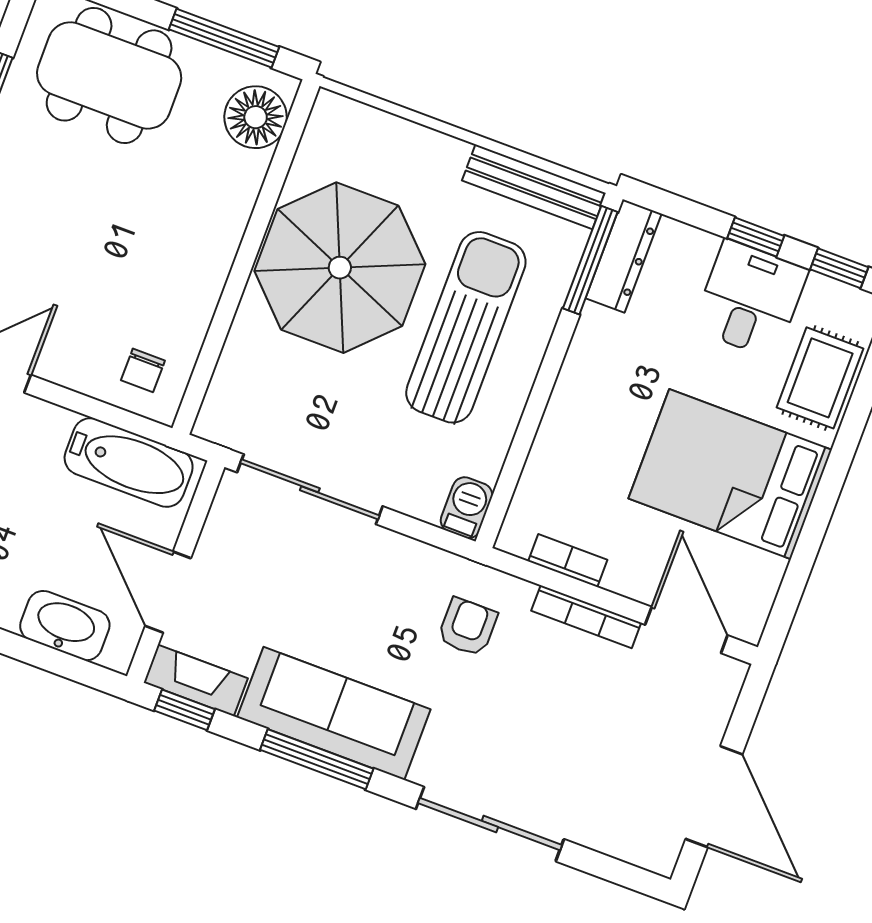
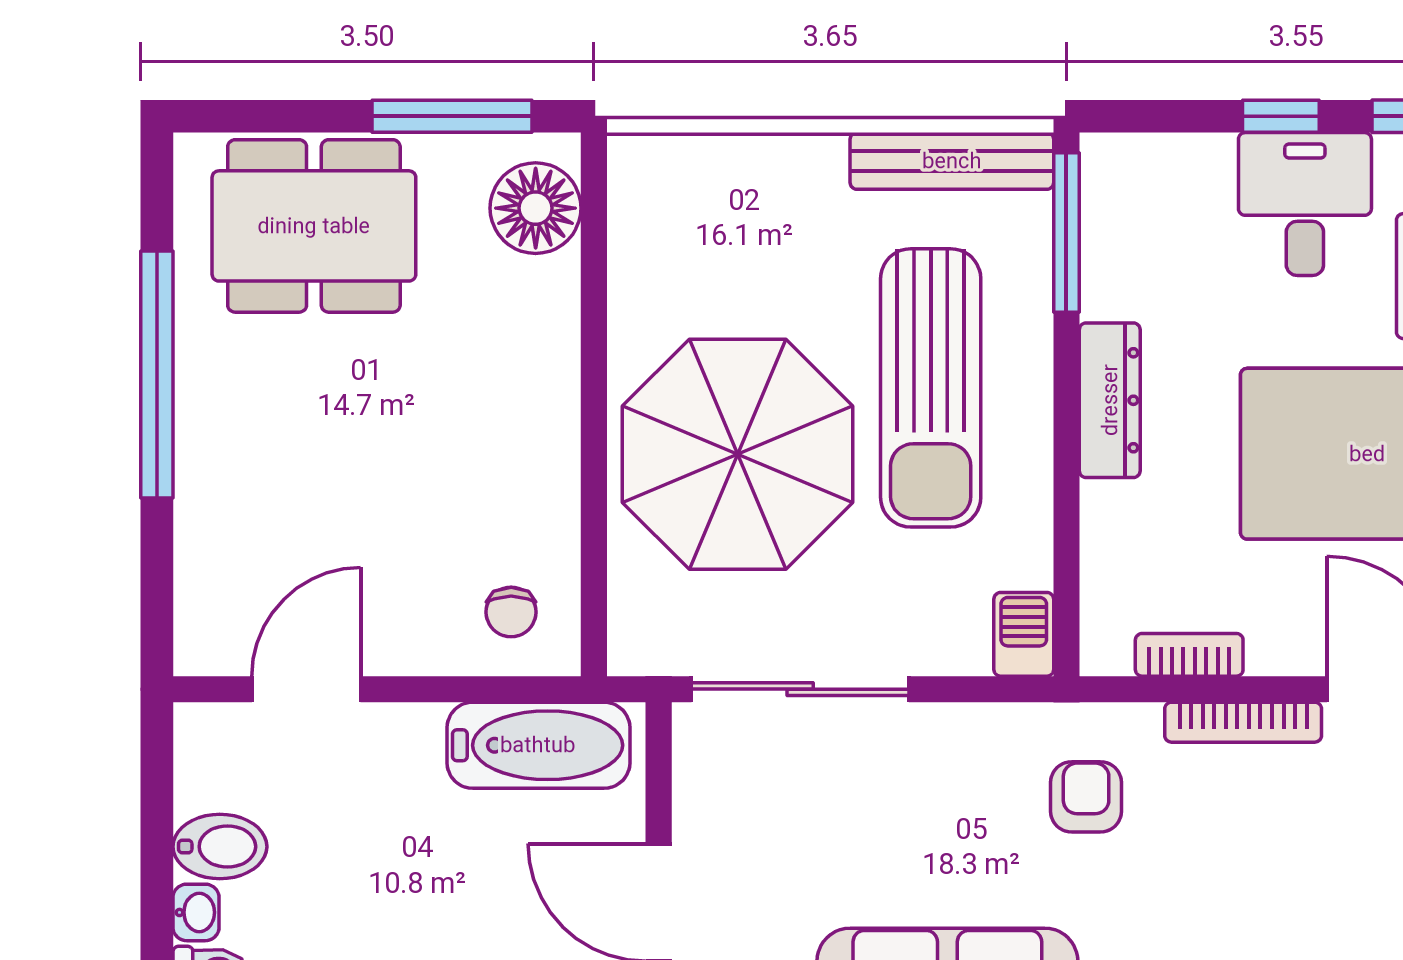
dresser: (624, 256) -> (1110, 400), moved
parasol: (340, 268) -> (738, 454), moved
sun lounger: (466, 327) -> (931, 388), turned 180

